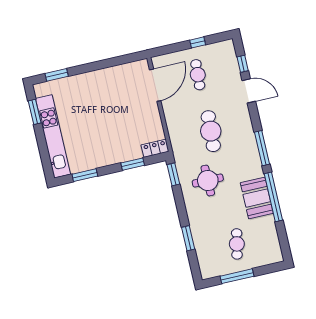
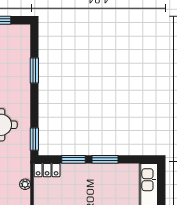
plant: (172, 130) -> (25, 184), added
window: (85, 175) -> (105, 159), moved

